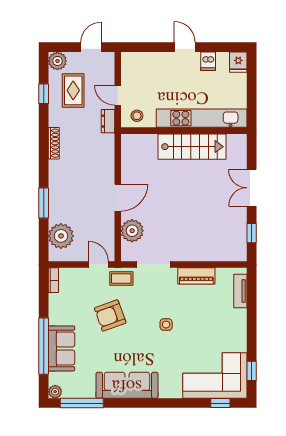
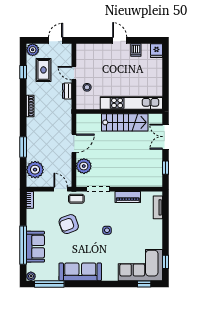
kitchen unit: (202, 118) -> (131, 103), moved
wall: (184, 131) -> (119, 111), moved
stairs: (192, 147) -> (125, 122), moved

